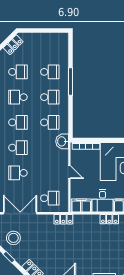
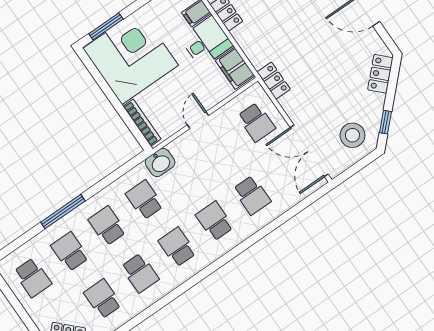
school desk: (50, 47) -> (33, 278), added
school desk: (50, 198) -> (256, 122), turned 180

